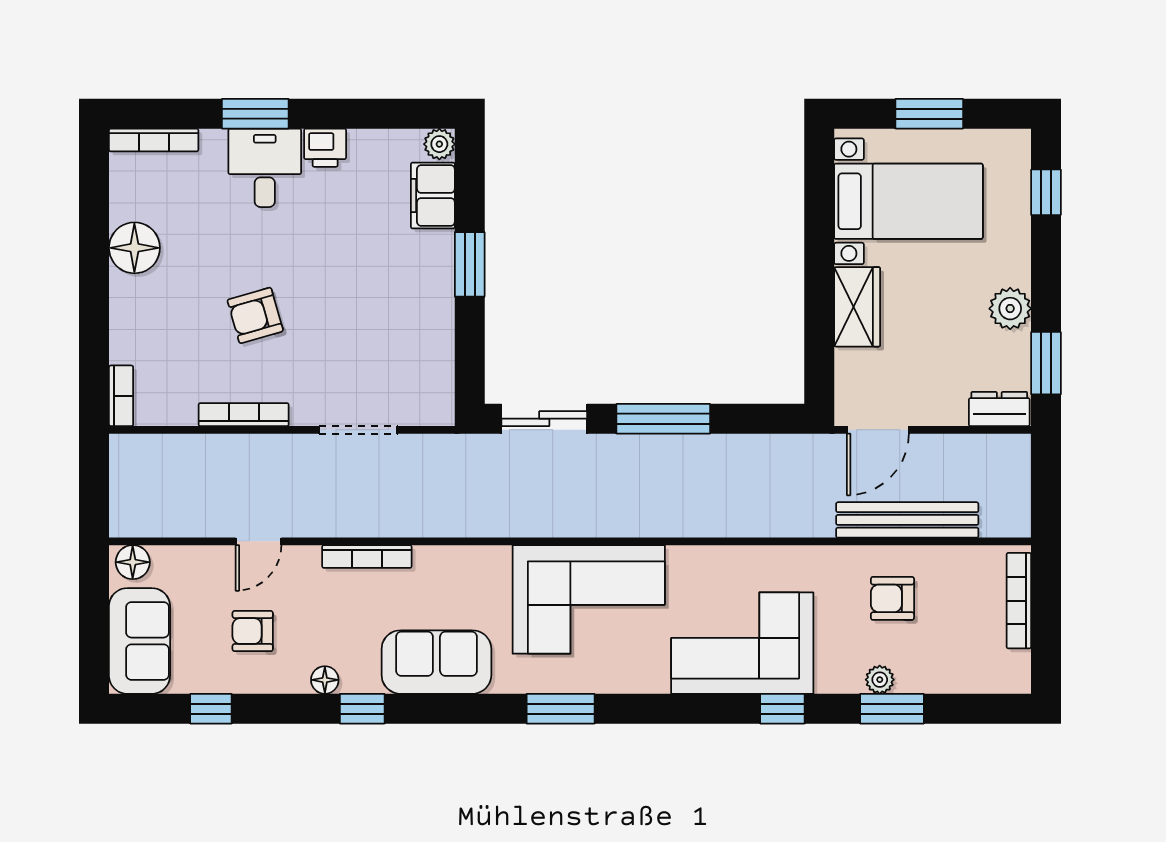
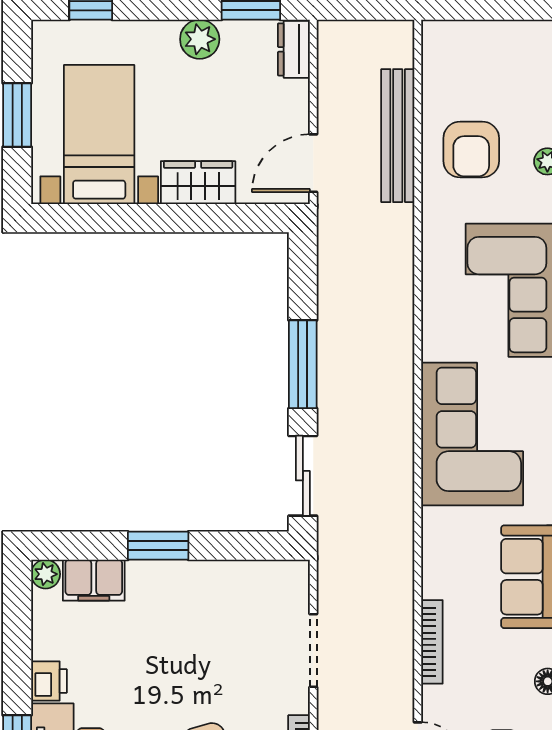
door: (878, 430) -> (313, 163), swing flipped
armchair: (892, 598) -> (471, 150), width x1.38, depth x1.38
bookcase: (1019, 601) -> (473, 31), removed

